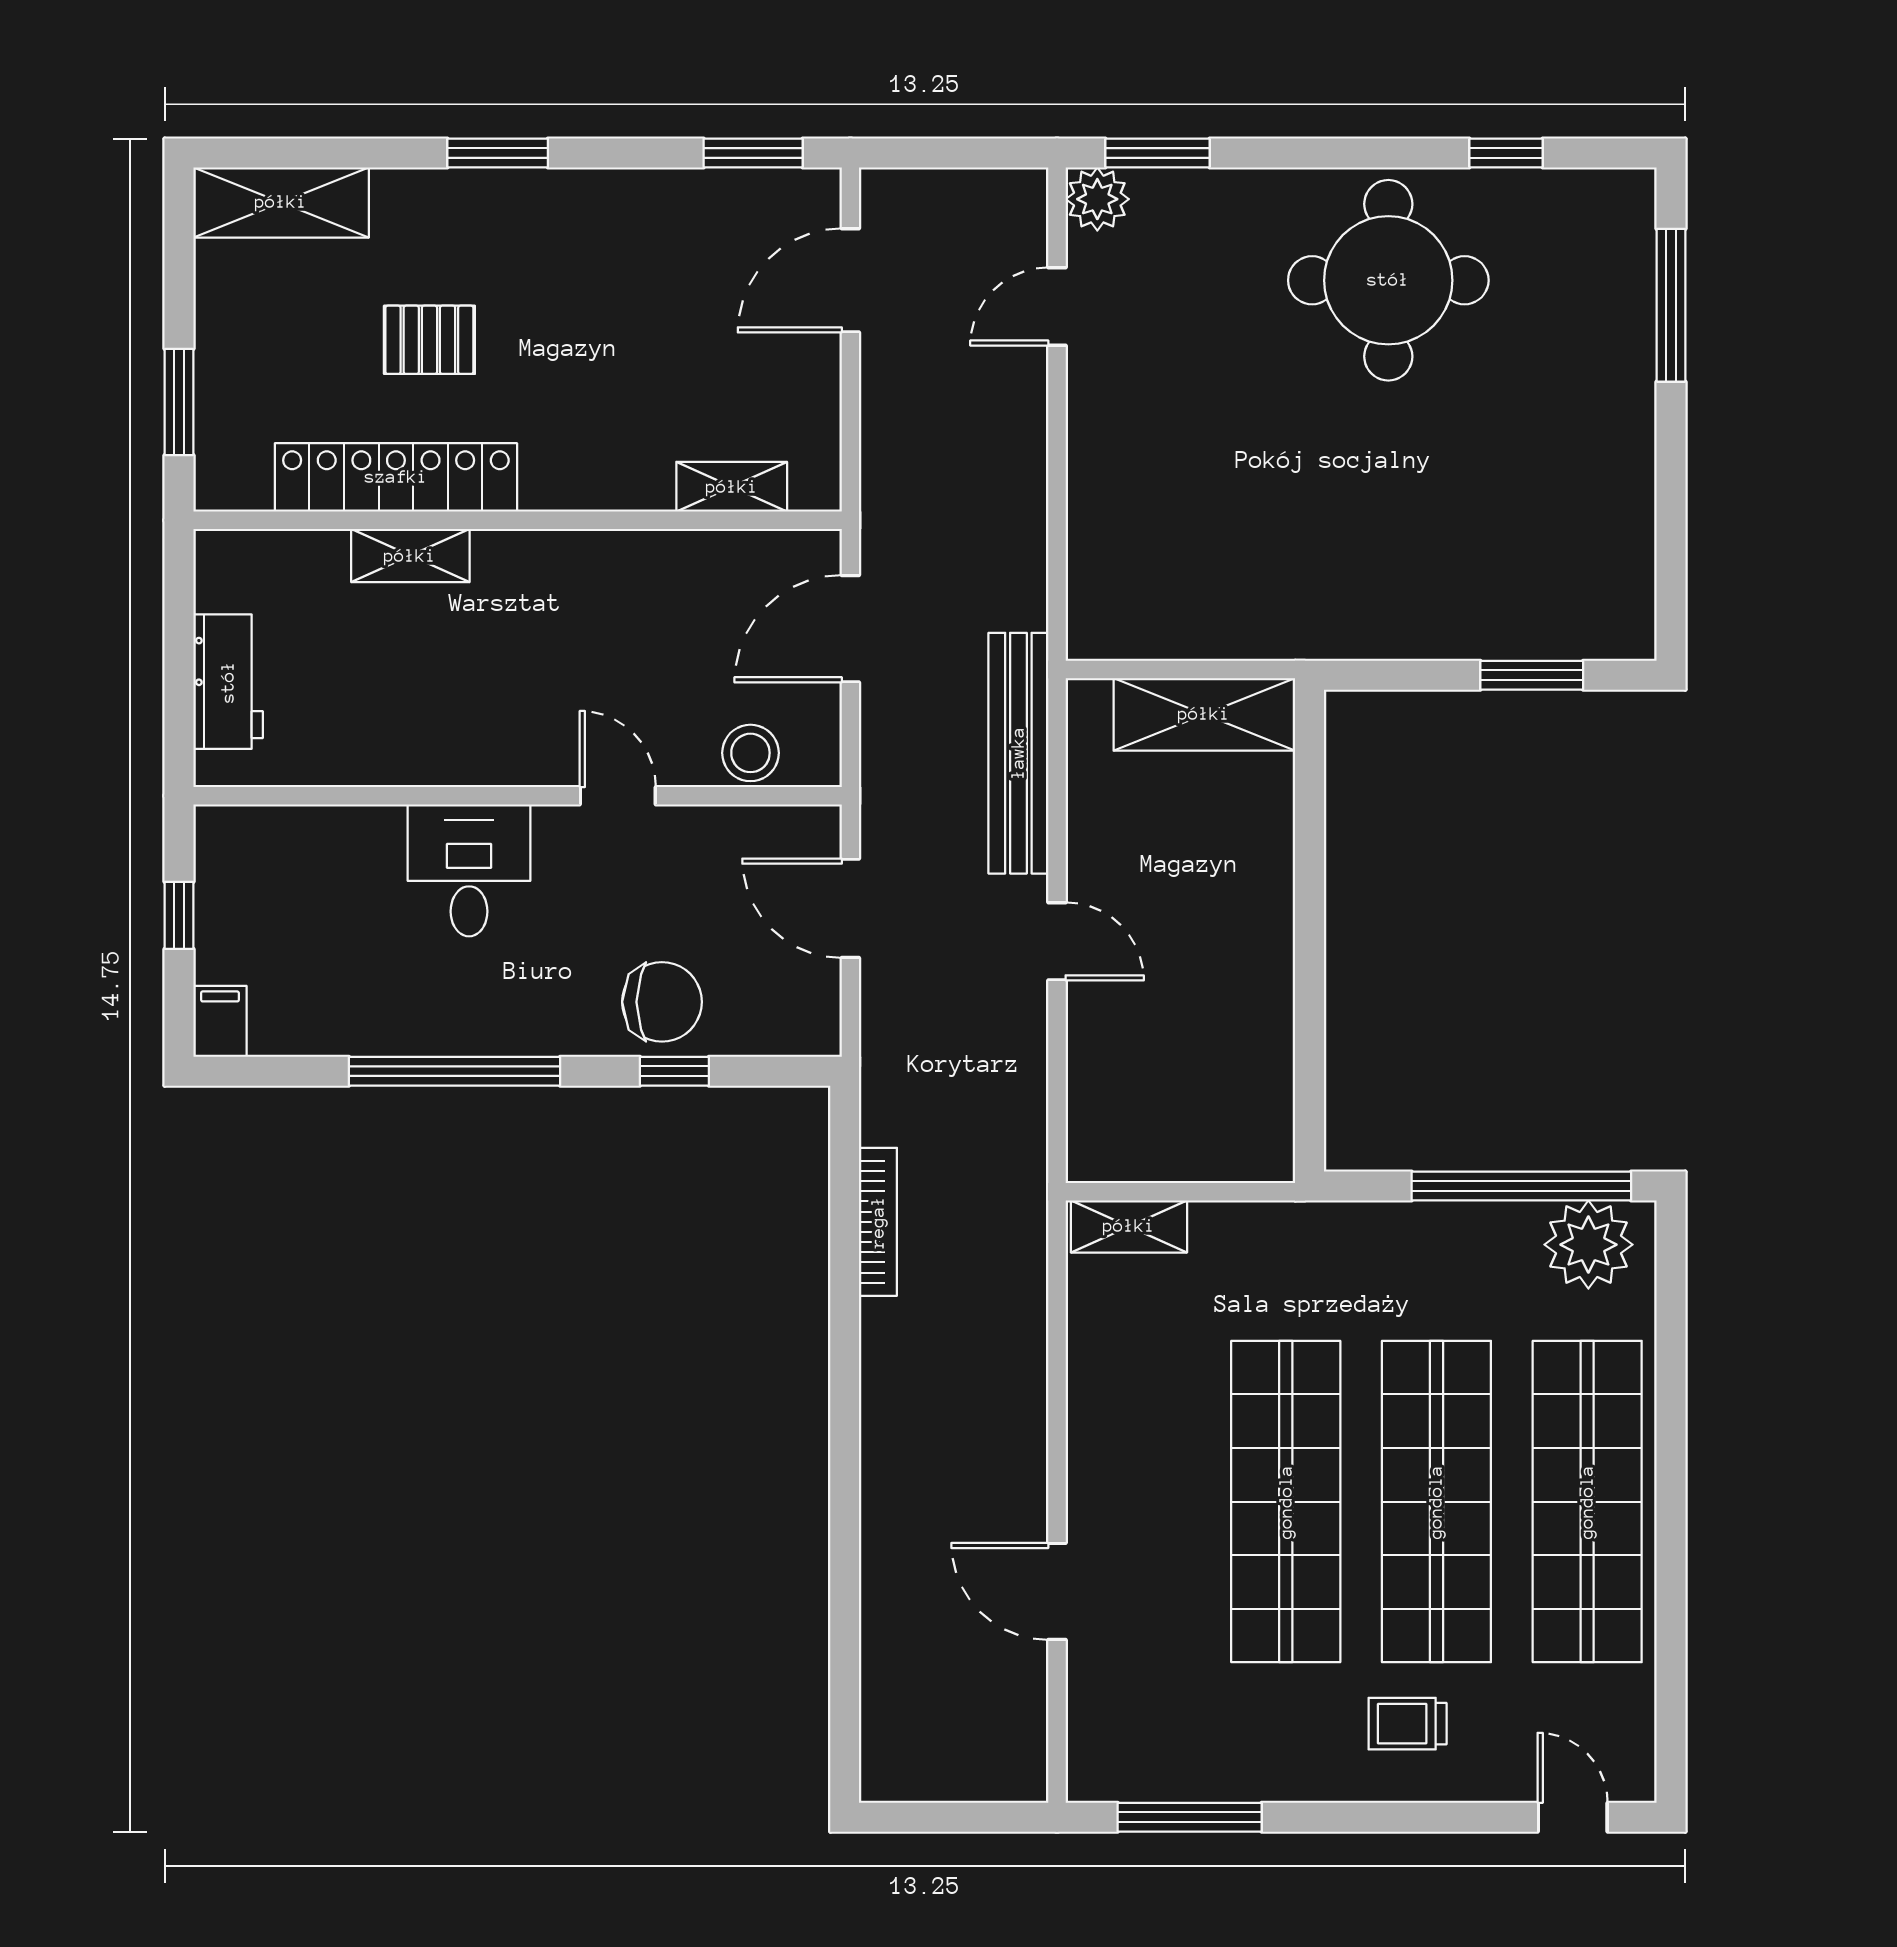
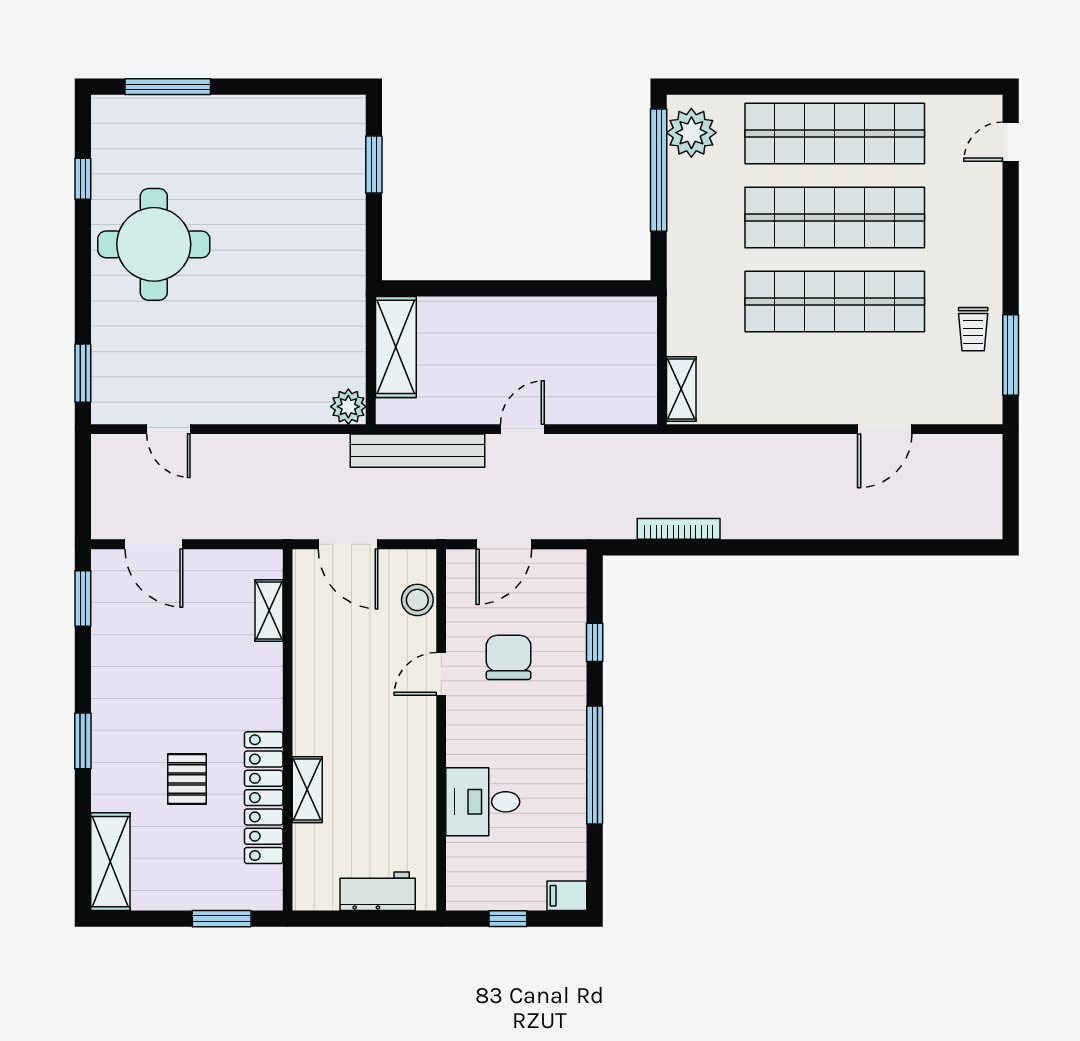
plant: (1097, 199) -> (348, 407), moved
desk: (469, 870) -> (483, 802), moved
chair: (662, 1002) -> (509, 657), moved
trolley: (1408, 1724) -> (973, 329), moved

